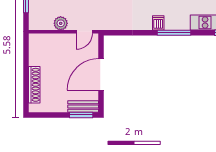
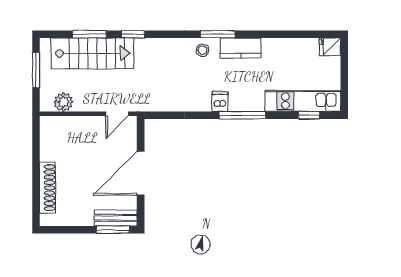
plant: (61, 23) -> (63, 102), moved

